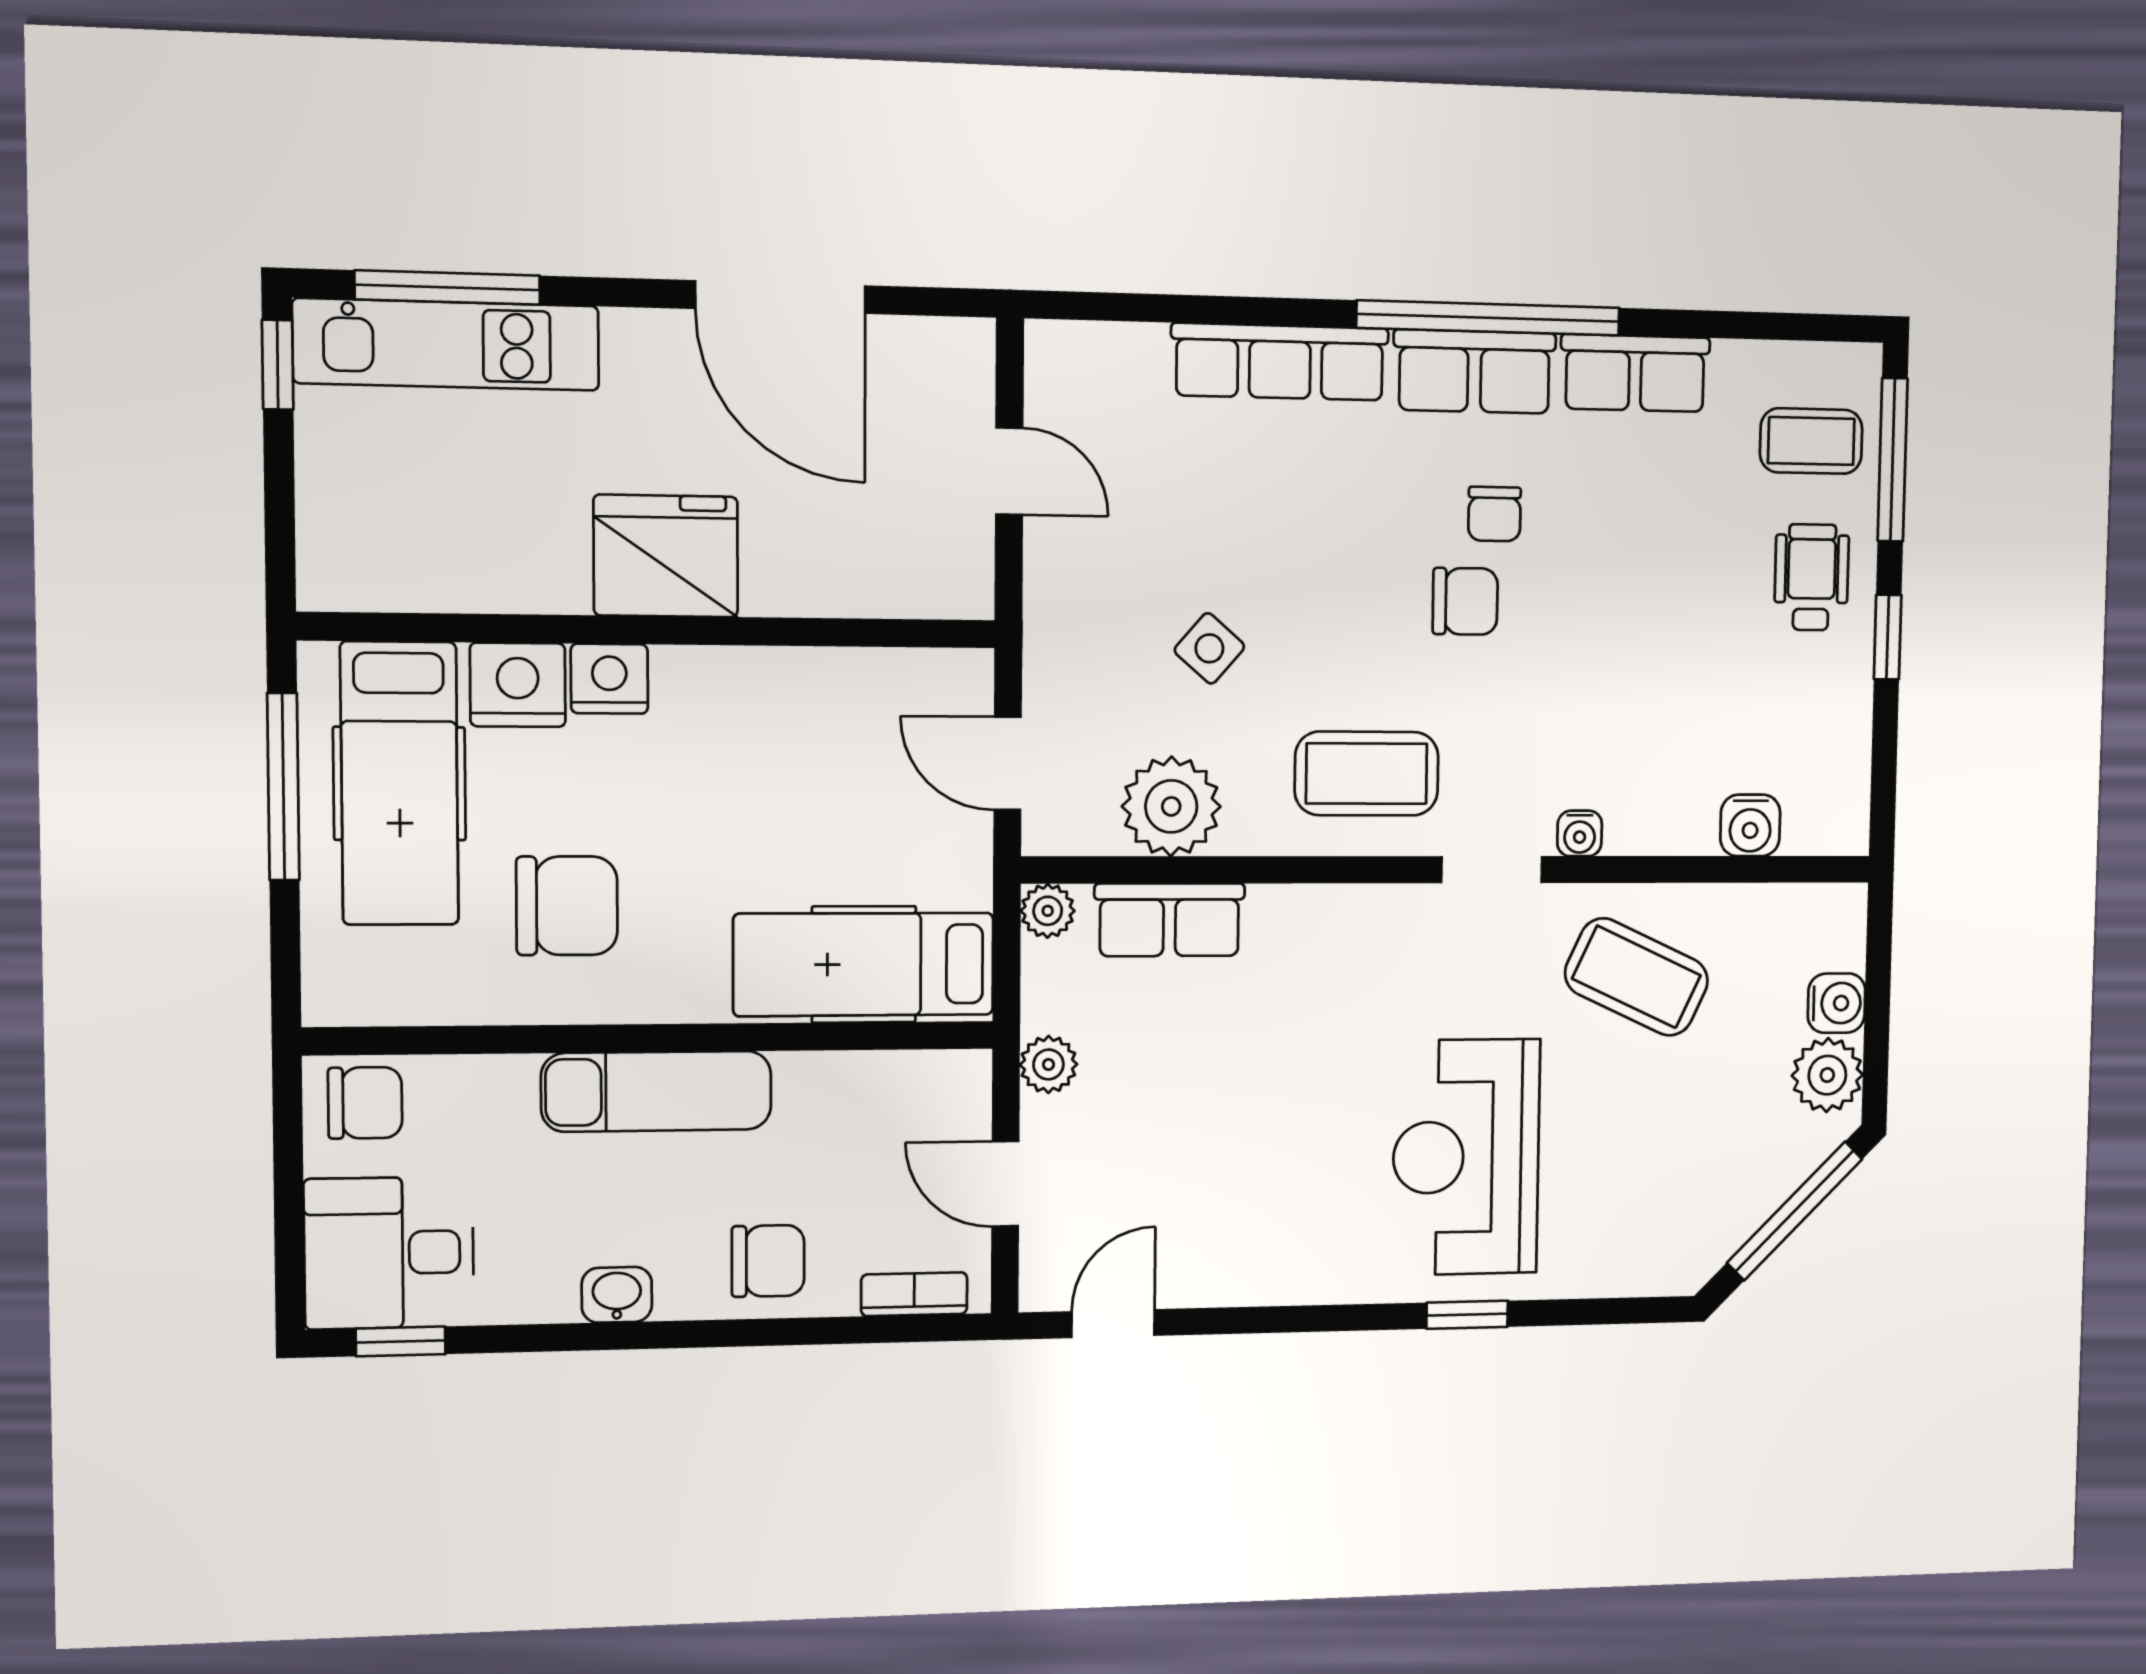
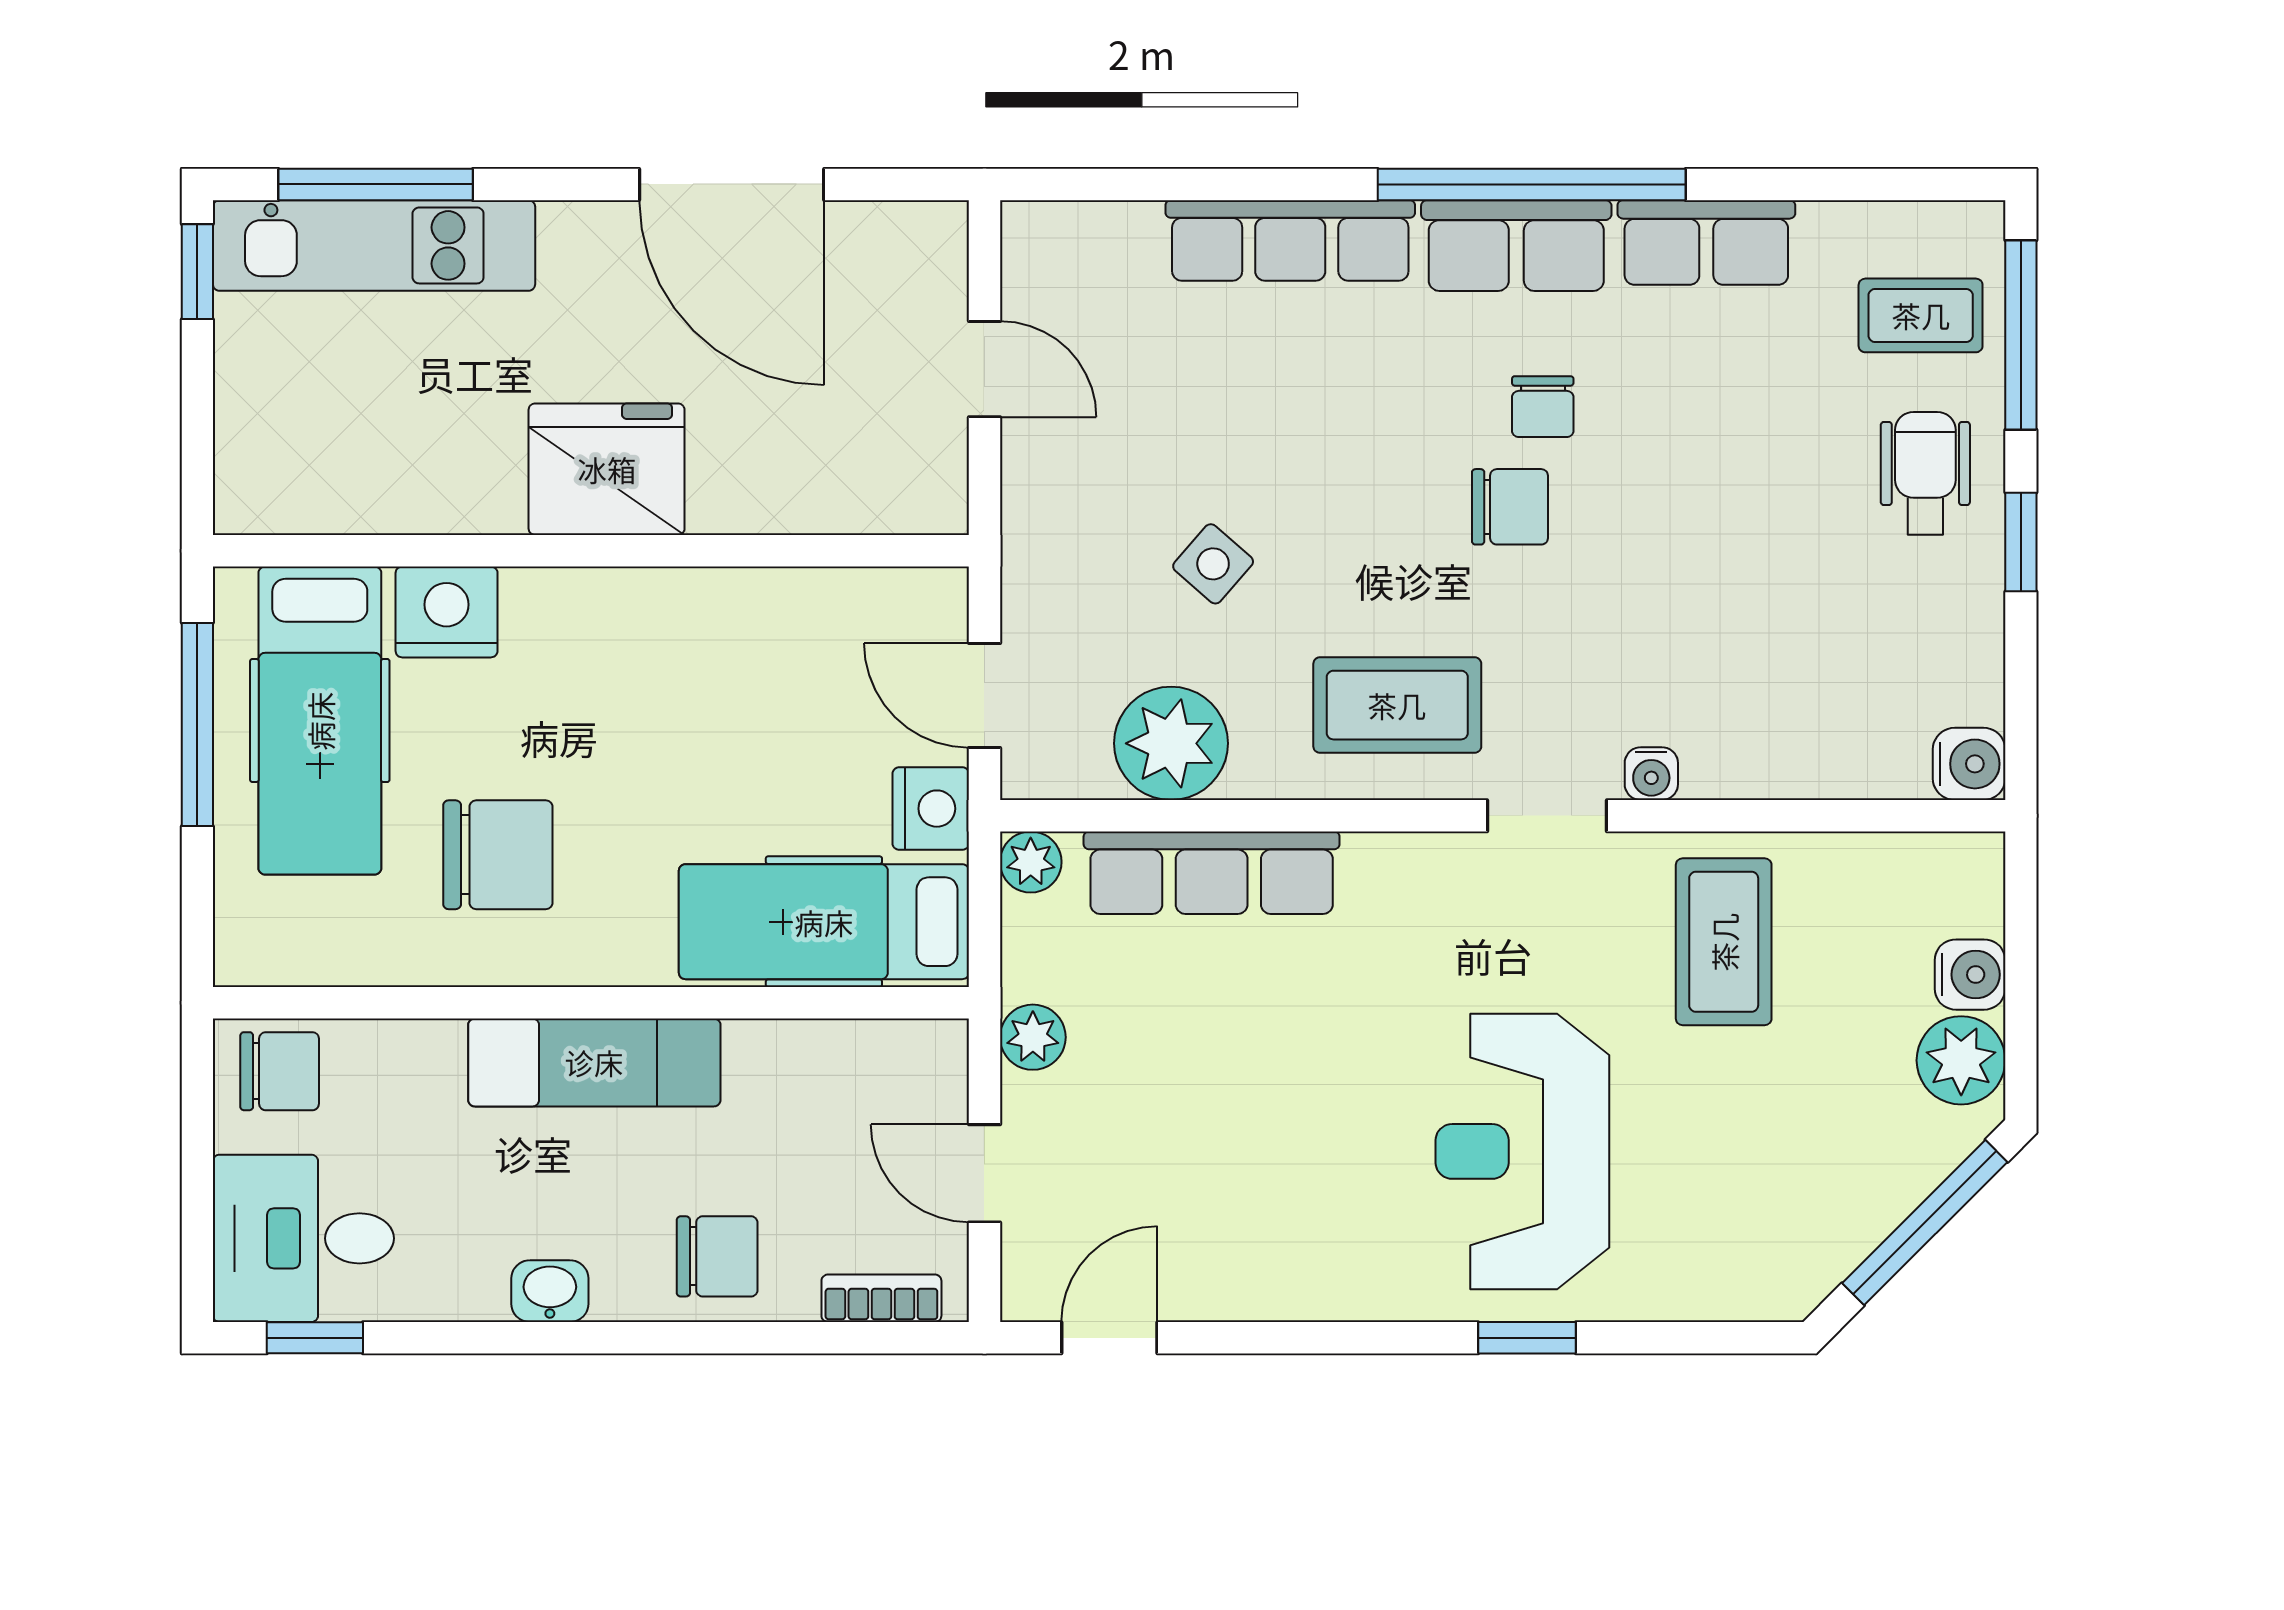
nightstand: (609, 679) -> (931, 809), moved, turned 90
water cooler: (1750, 825) -> (1969, 764), moved, turned -90
row of seats: (1169, 920) -> (1212, 873), width x1.48
coffee table: (1637, 977) -> (1724, 942), turned 65

